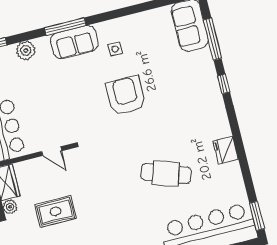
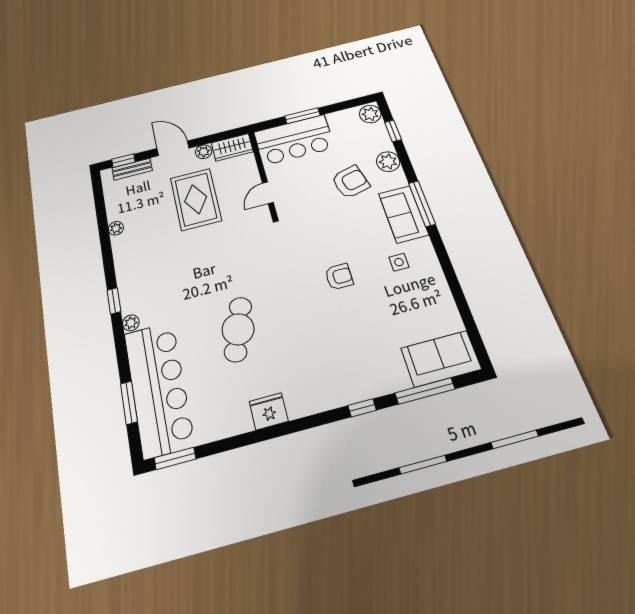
armchair: (44, 83) -> (350, 182), added
armchair: (126, 96) -> (339, 277), width x0.53, depth x0.53
rug: (55, 211) -> (196, 199), width x1.36, depth x1.43

